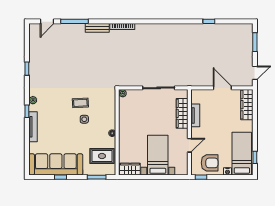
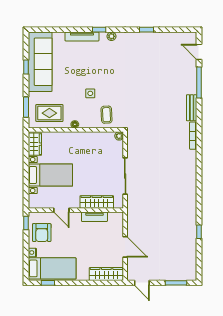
door: (222, 88) -> (125, 247), hinge flipped
coffee table: (80, 103) -> (106, 115), moved
rug: (102, 156) -> (49, 113), turned 90

